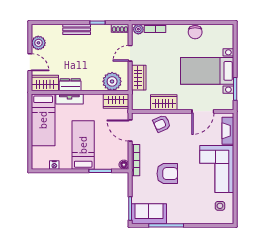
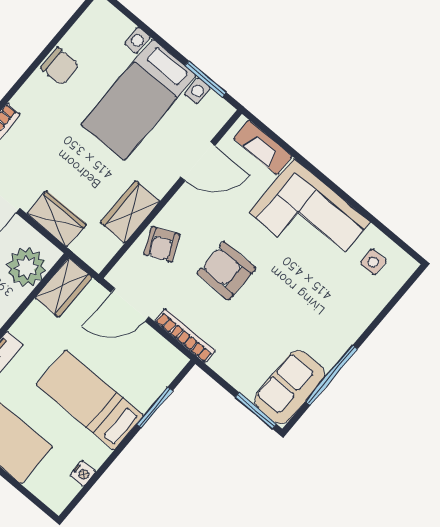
door: (203, 111) -> (198, 161), hinge flipped
floor lamp: (124, 165) -> (177, 361), removed
armchair: (167, 174) -> (226, 271), moved, turned -90

